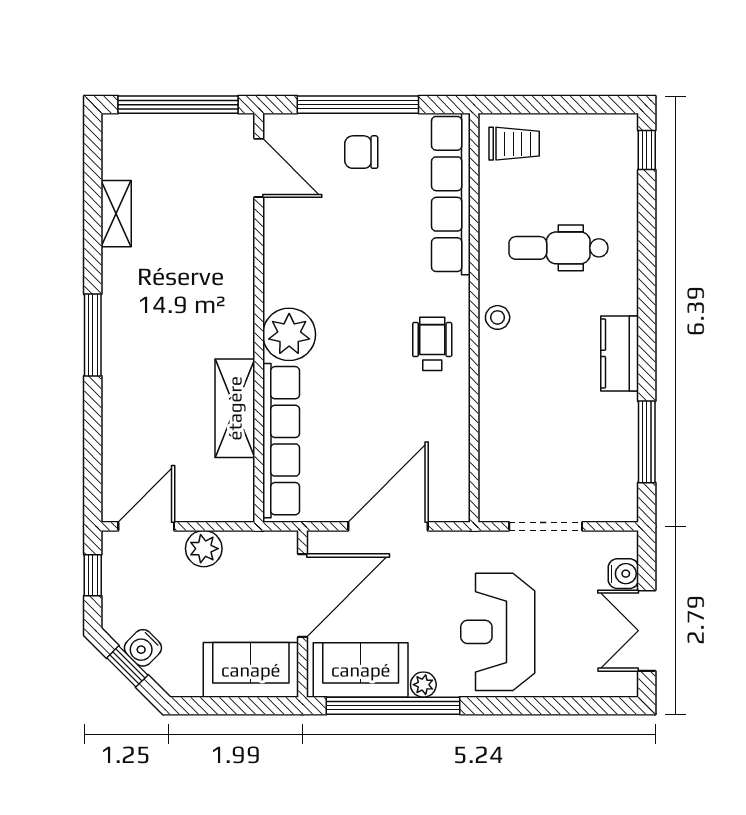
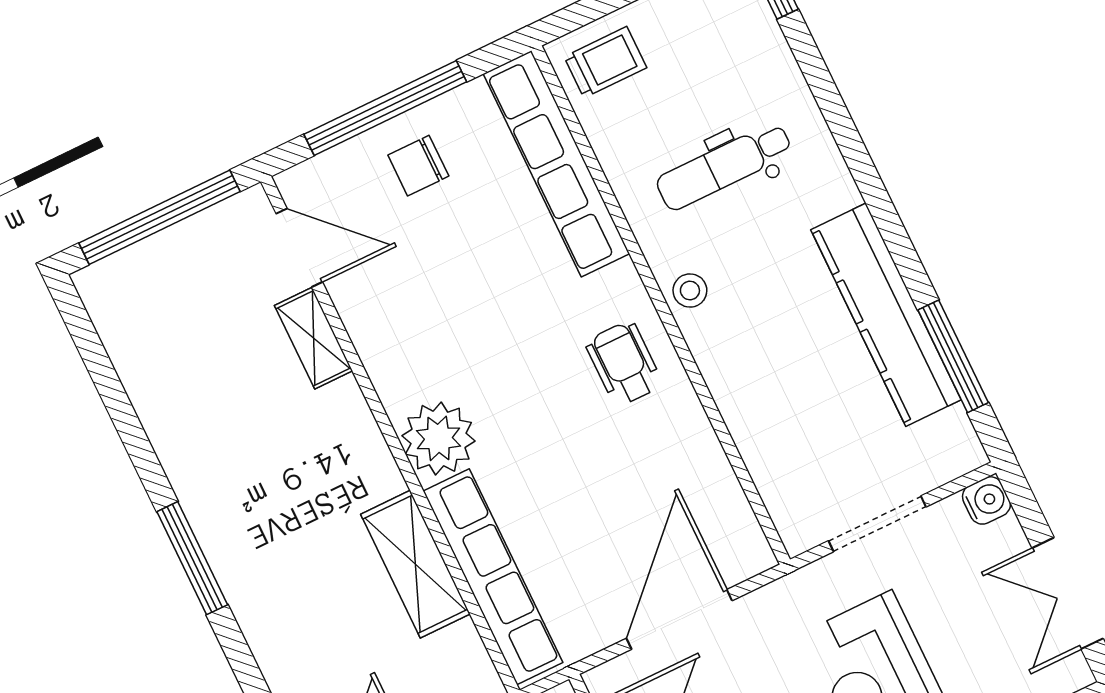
shelving: (116, 214) -> (313, 338), moved
kitchen counter: (620, 353) -> (886, 315), width x2.08, depth x1.17
water cooler: (623, 574) -> (986, 500), moved

